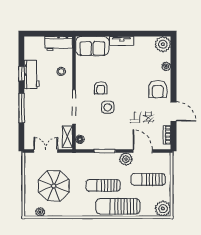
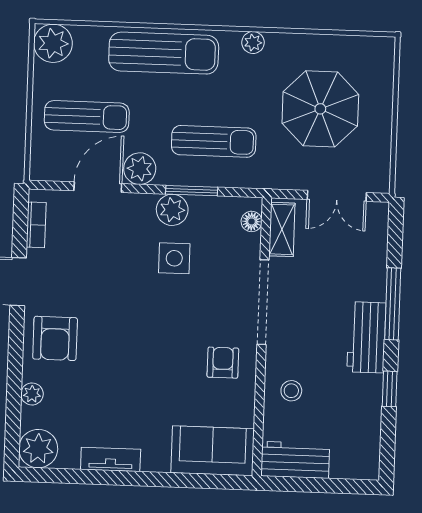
tv unit: (122, 41) -> (111, 459), moved
workbench: (32, 74) -> (366, 337), moved
armchair: (101, 88) -> (223, 363), moved
armchair: (158, 89) -> (55, 338), turned 180
side table: (108, 107) -> (174, 258), moved
plant: (112, 143) -> (172, 210), added
door: (143, 151) -> (98, 187), swing flipped
sun lounger: (103, 185) -> (214, 141), moved
plant: (40, 212) -> (253, 43), moved

